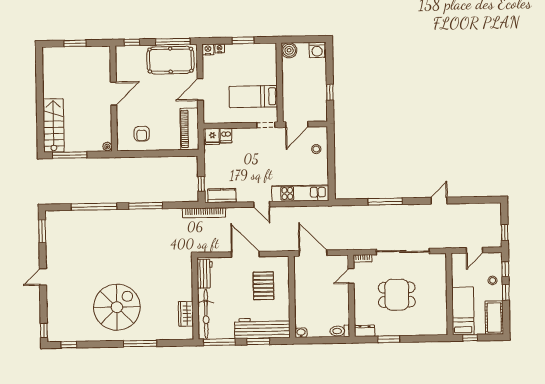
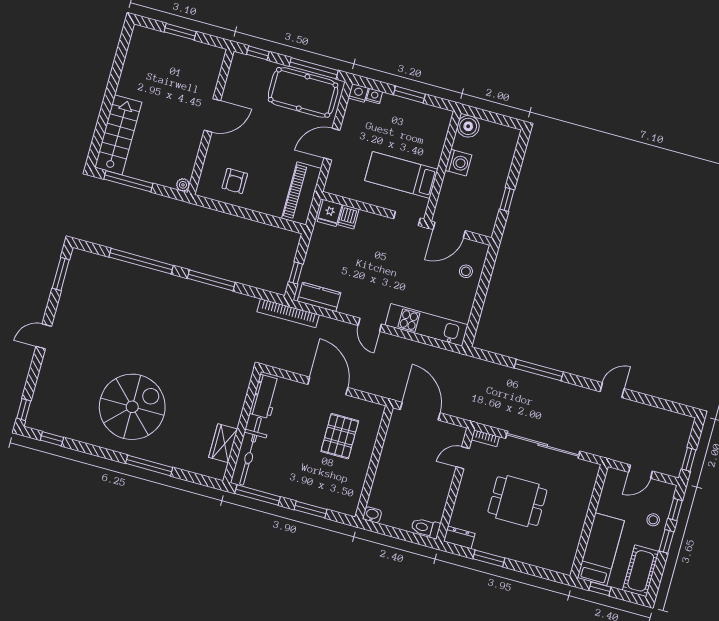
washing machine: (317, 50) -> (458, 163), moved, turned -90
workbench: (262, 328) -> (321, 493), removed

